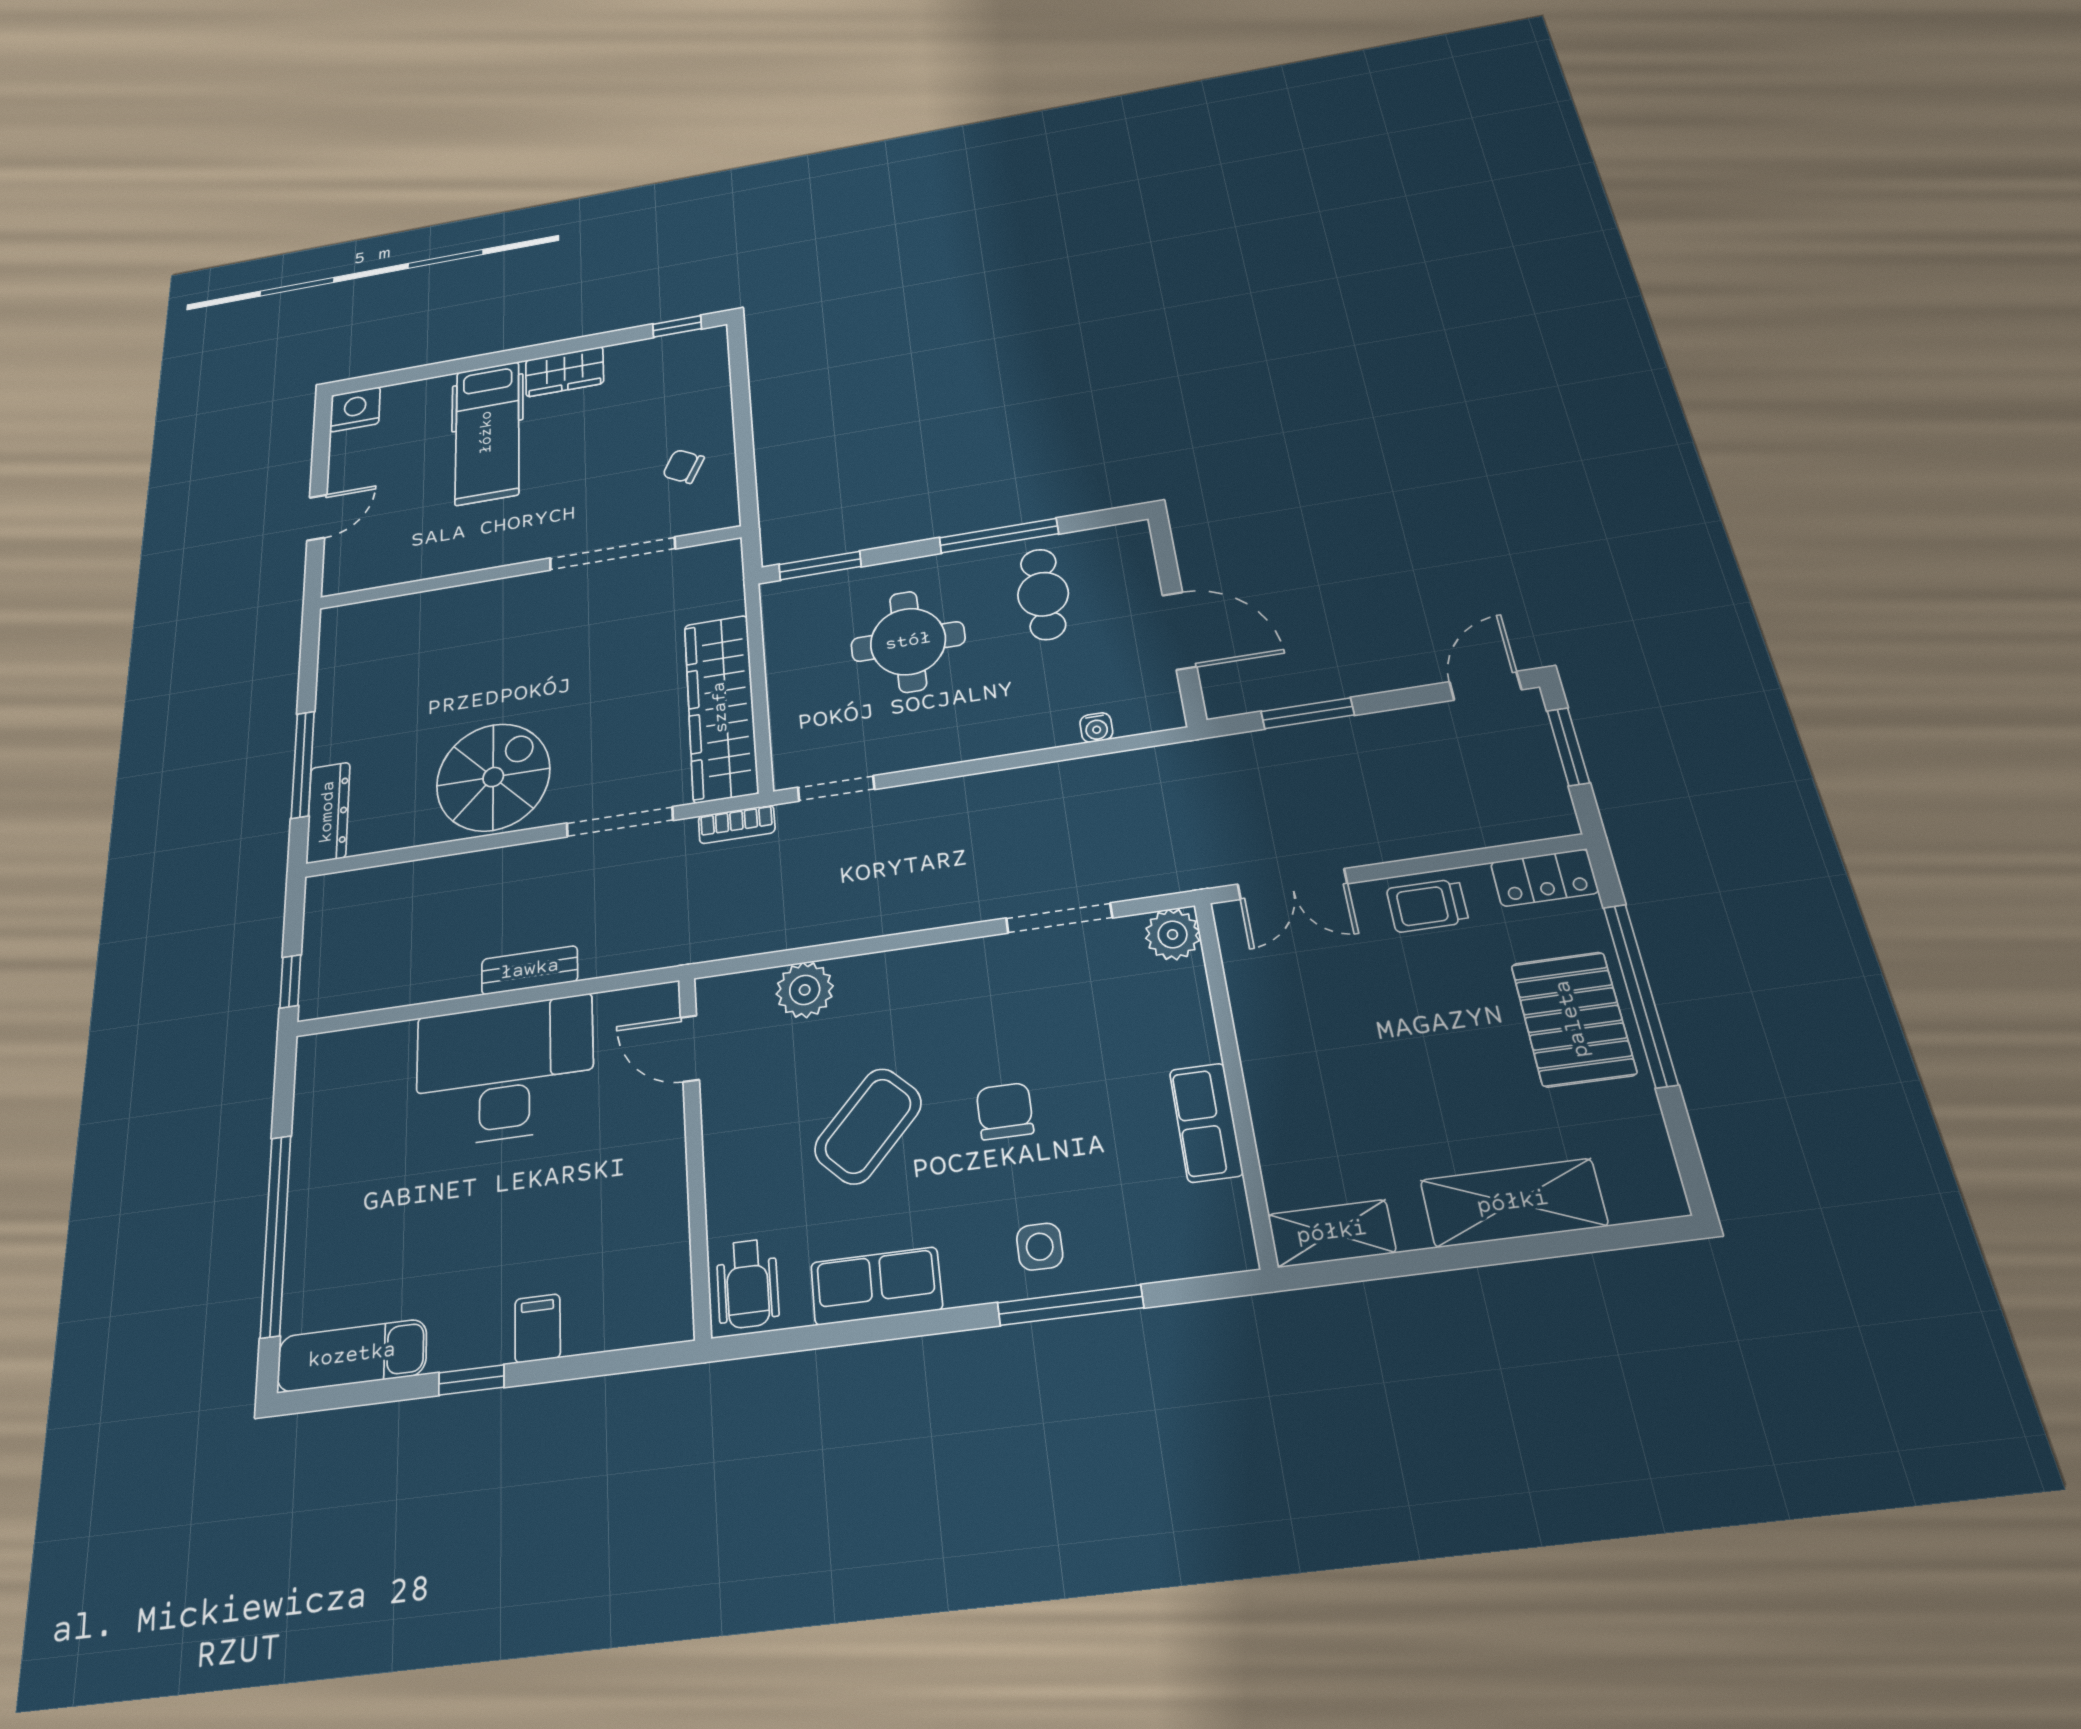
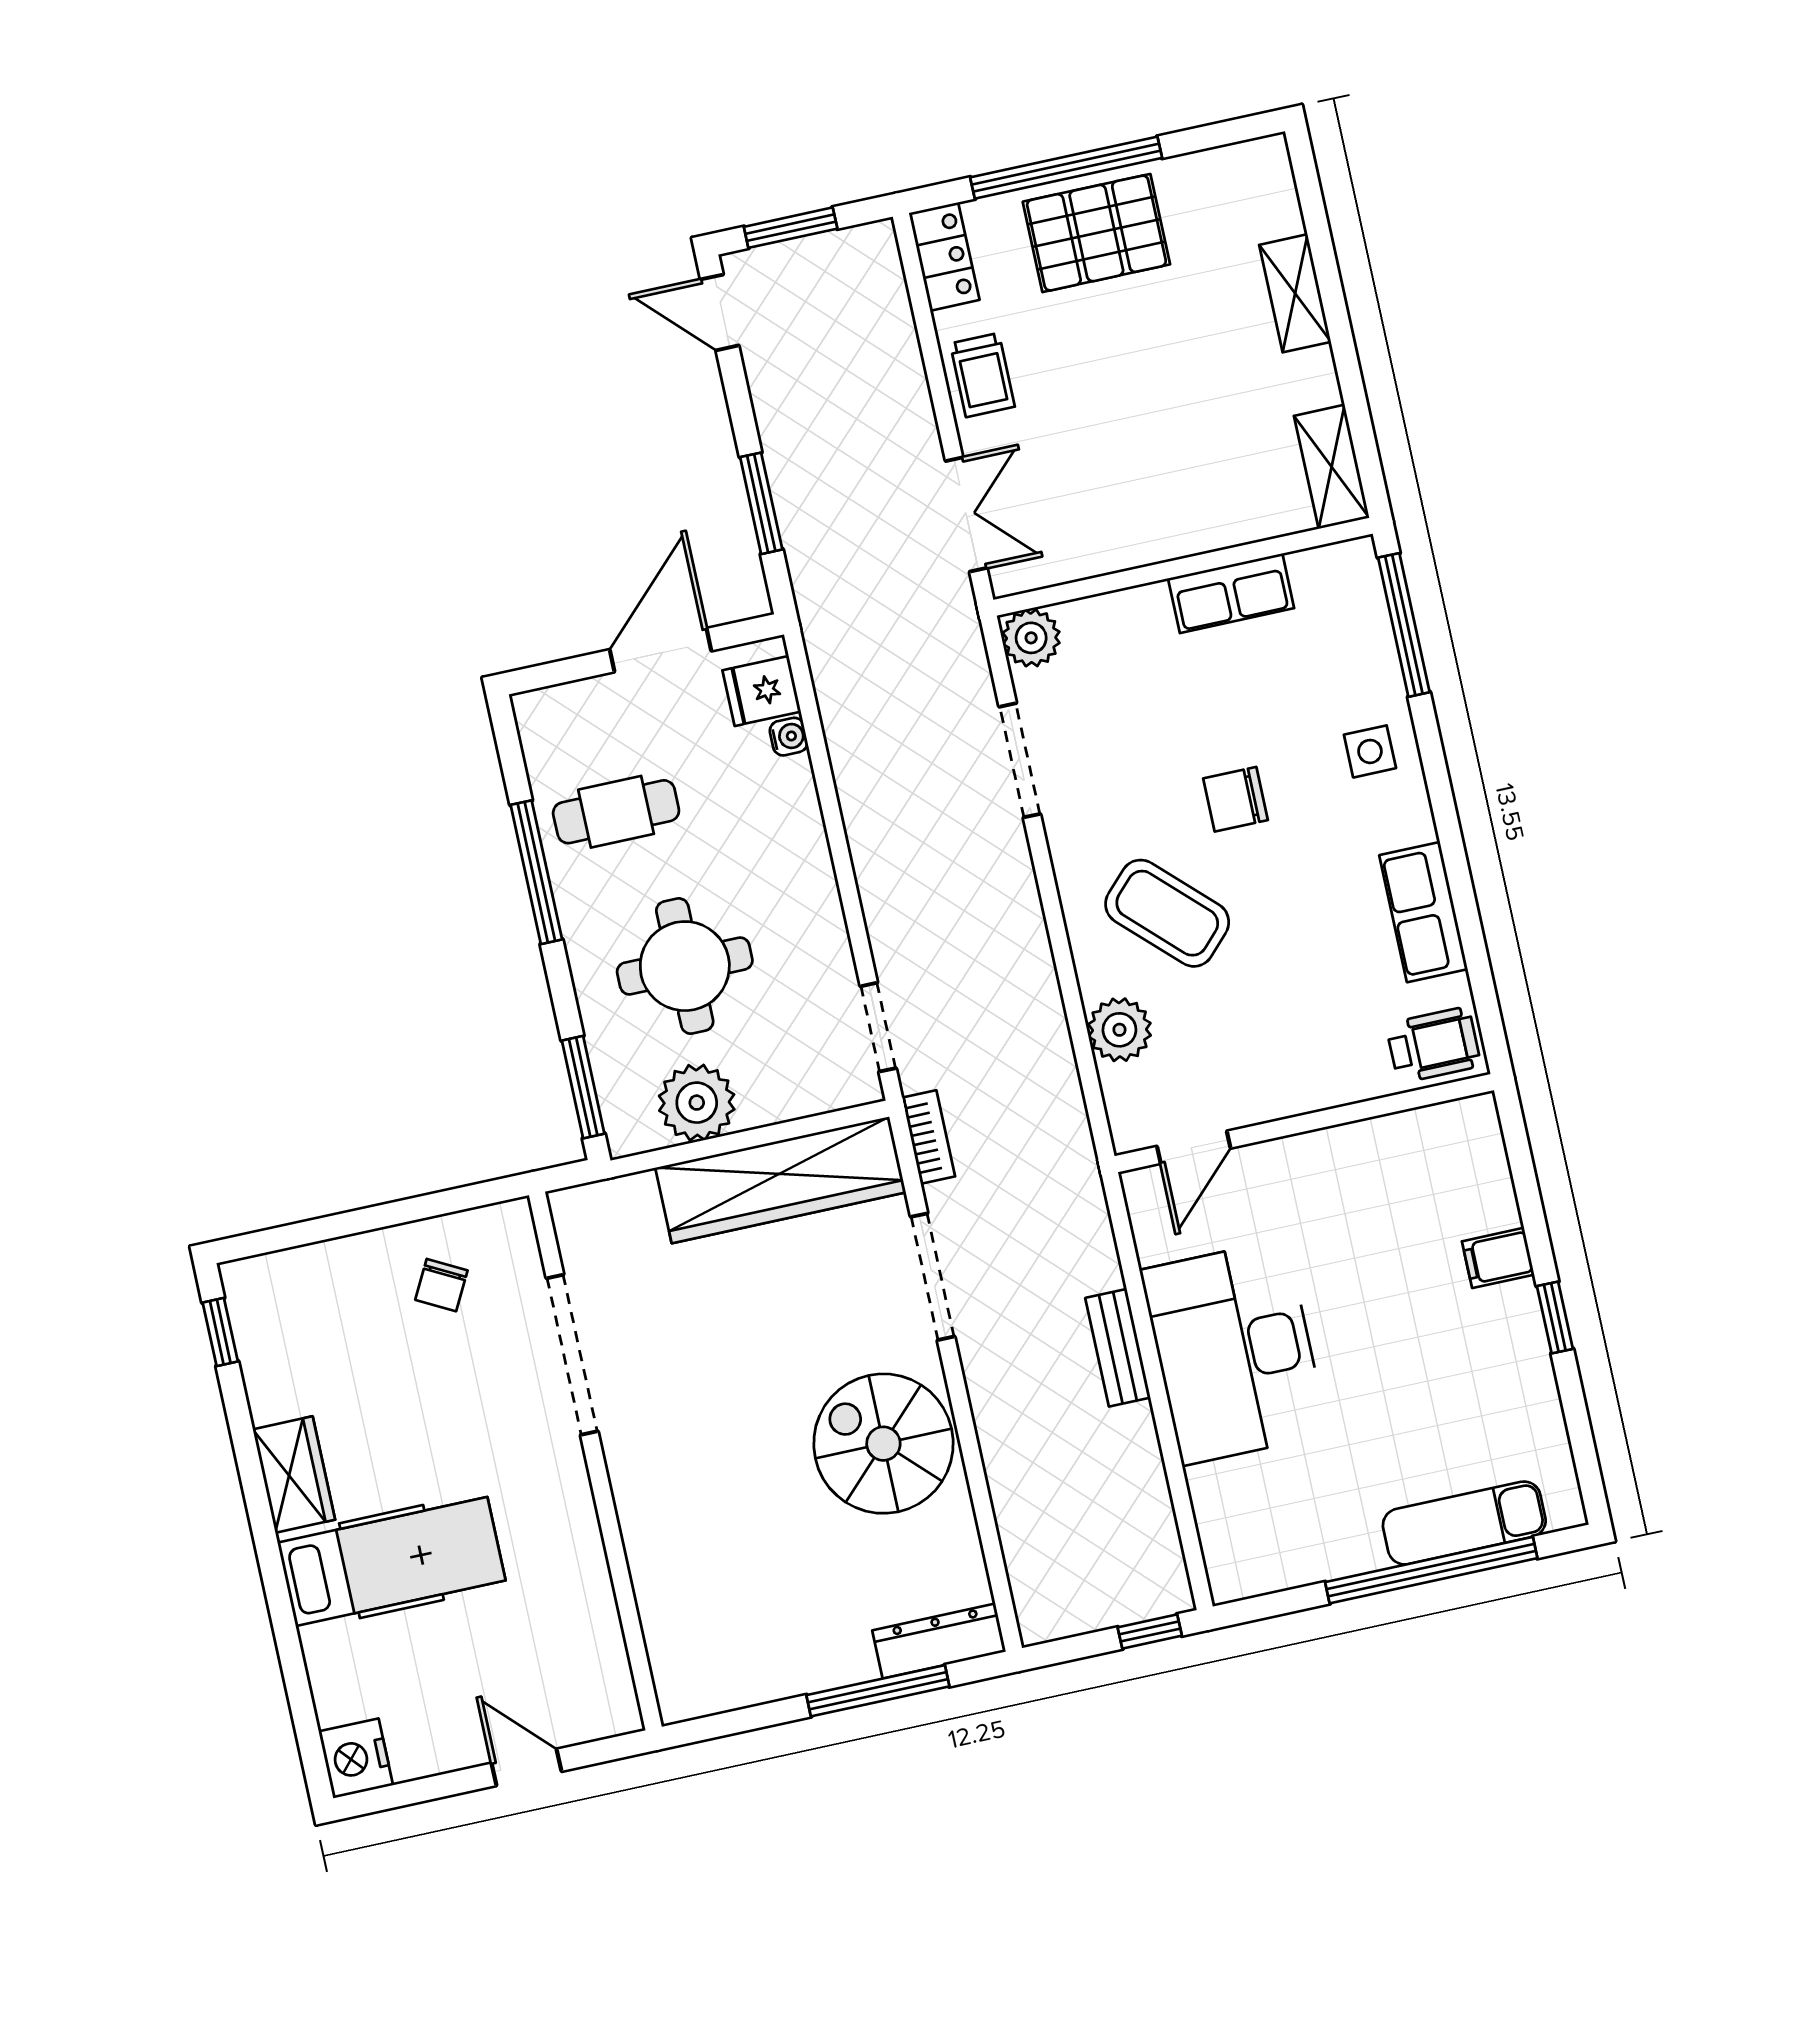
plant: (794, 647) -> (697, 1103), added
fridge: (1138, 708) -> (762, 691), added
coffee table: (868, 1126) -> (1167, 913), moved
shelving: (1513, 1203) -> (1295, 293), width x0.67, depth x0.75
window: (1070, 1305) -> (1404, 625), moved
exam couch: (352, 1356) -> (1464, 1523), moved, turned 90

